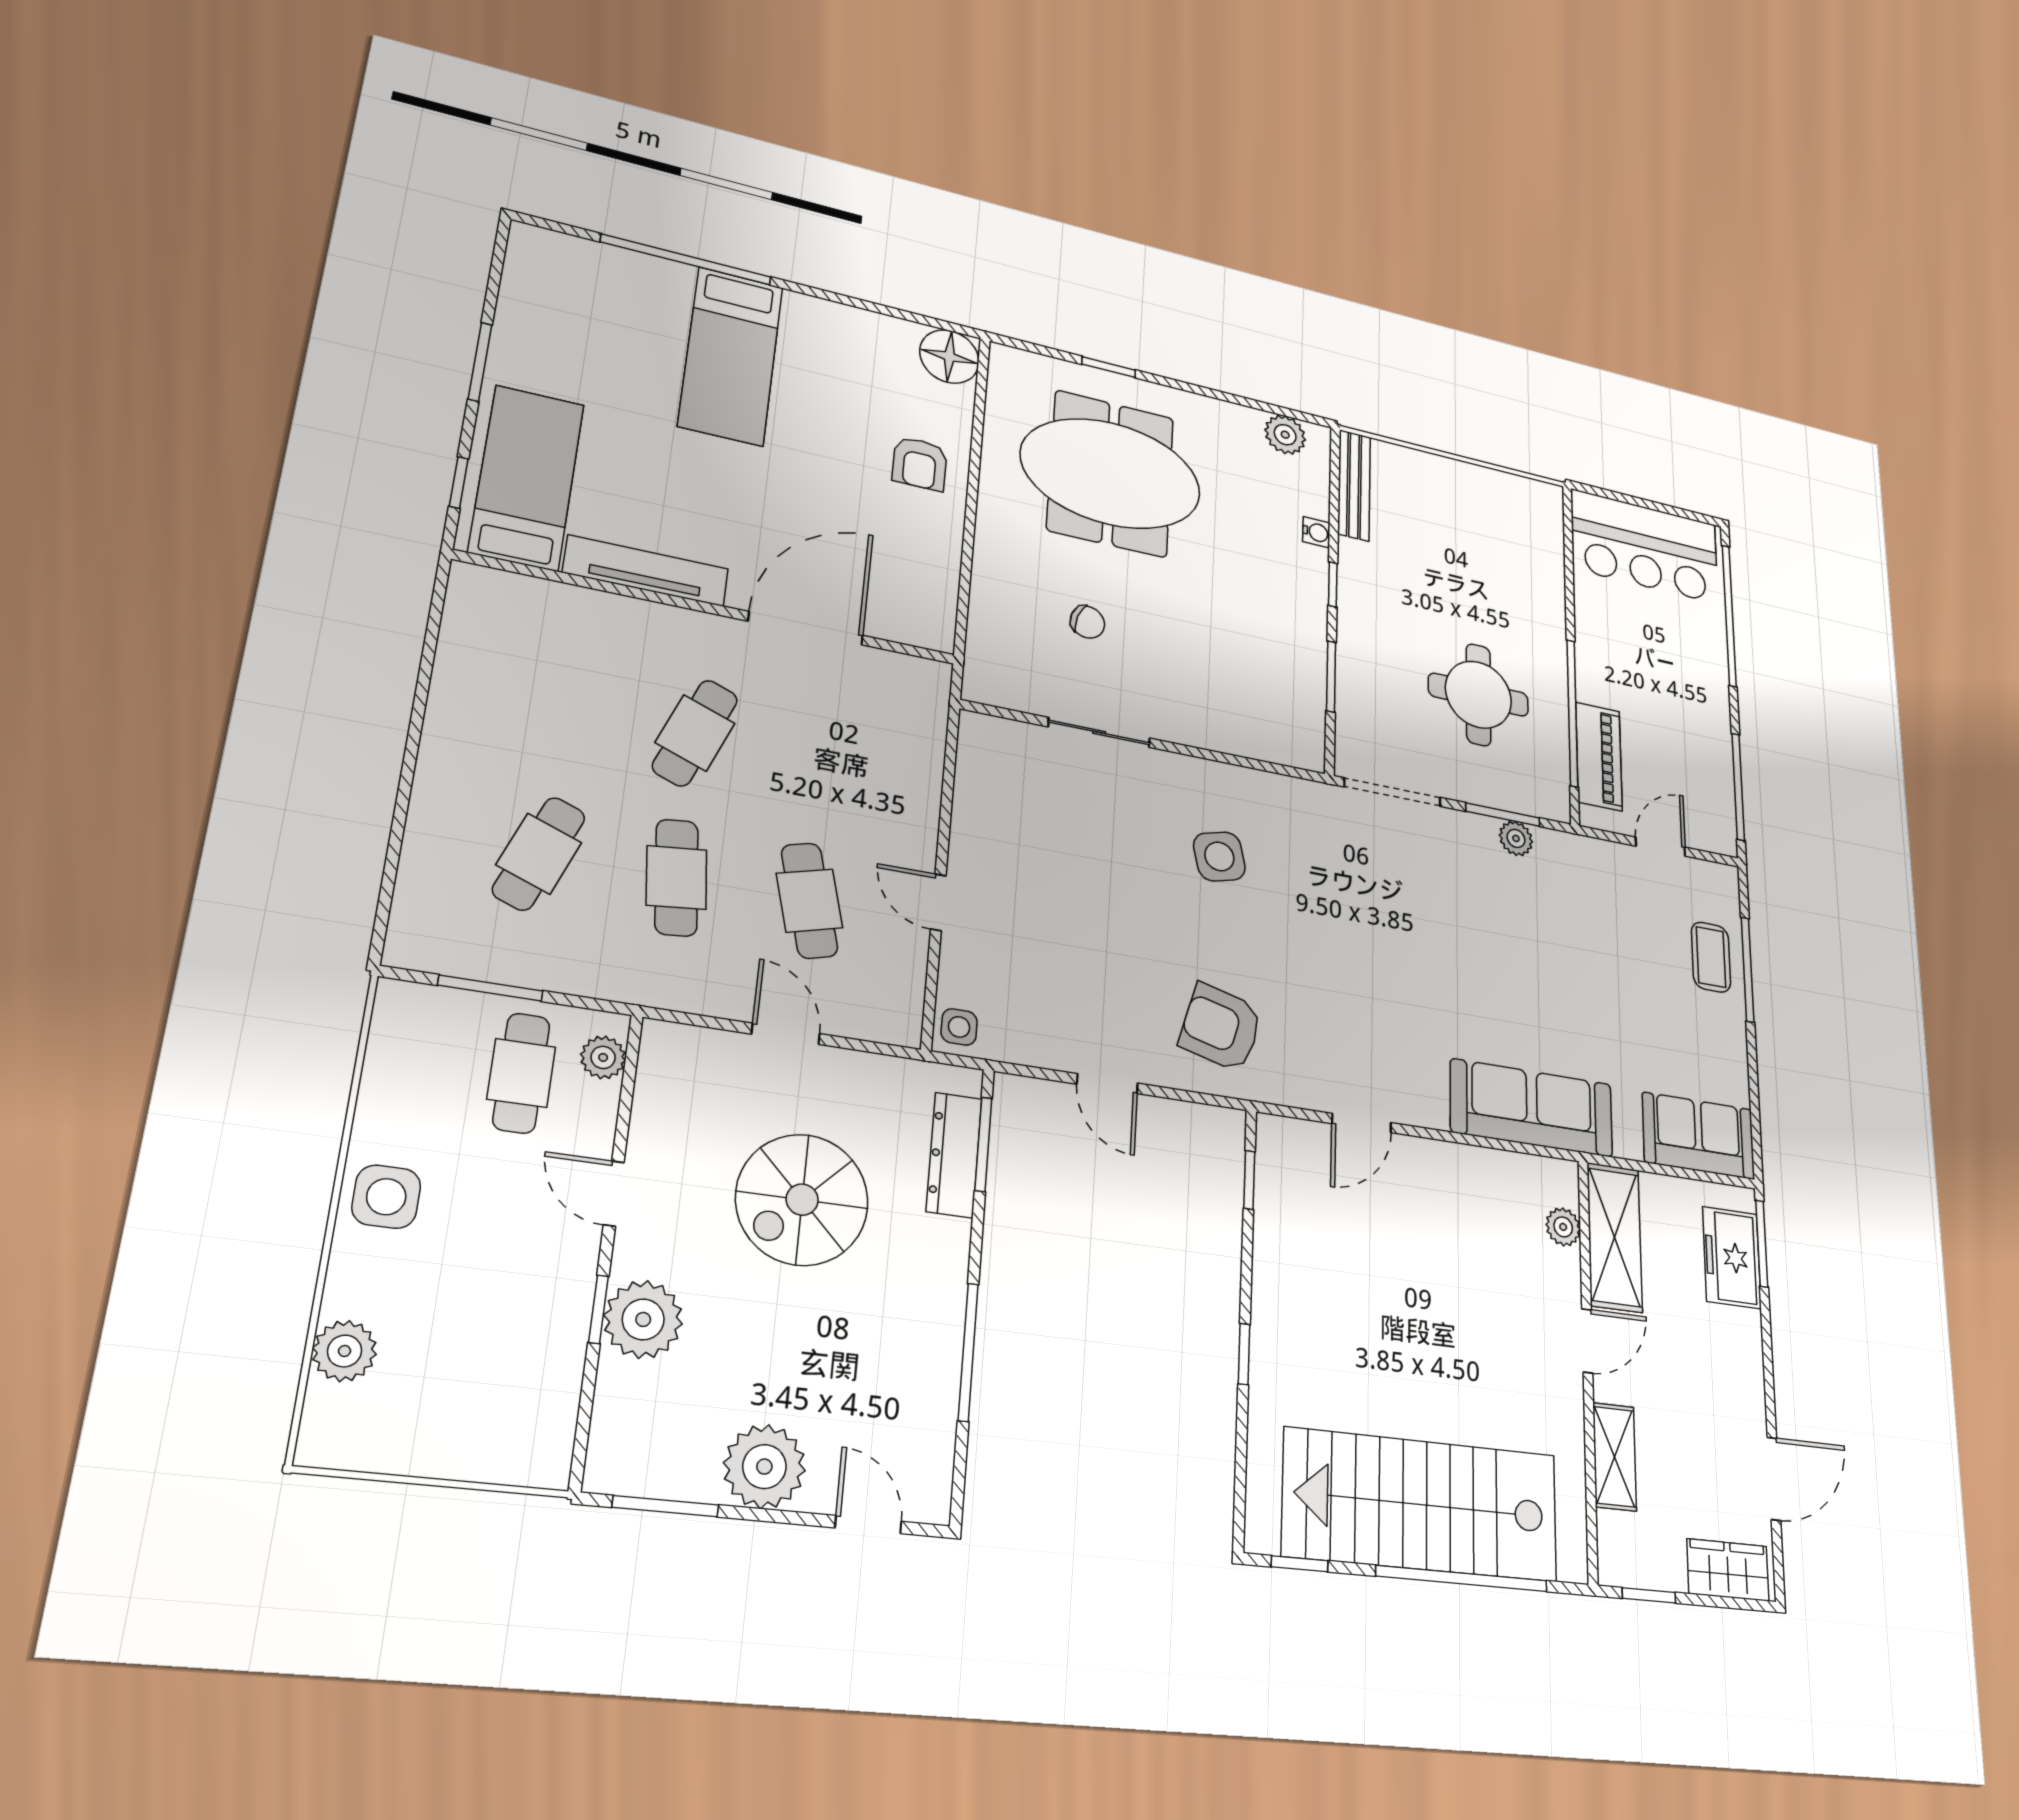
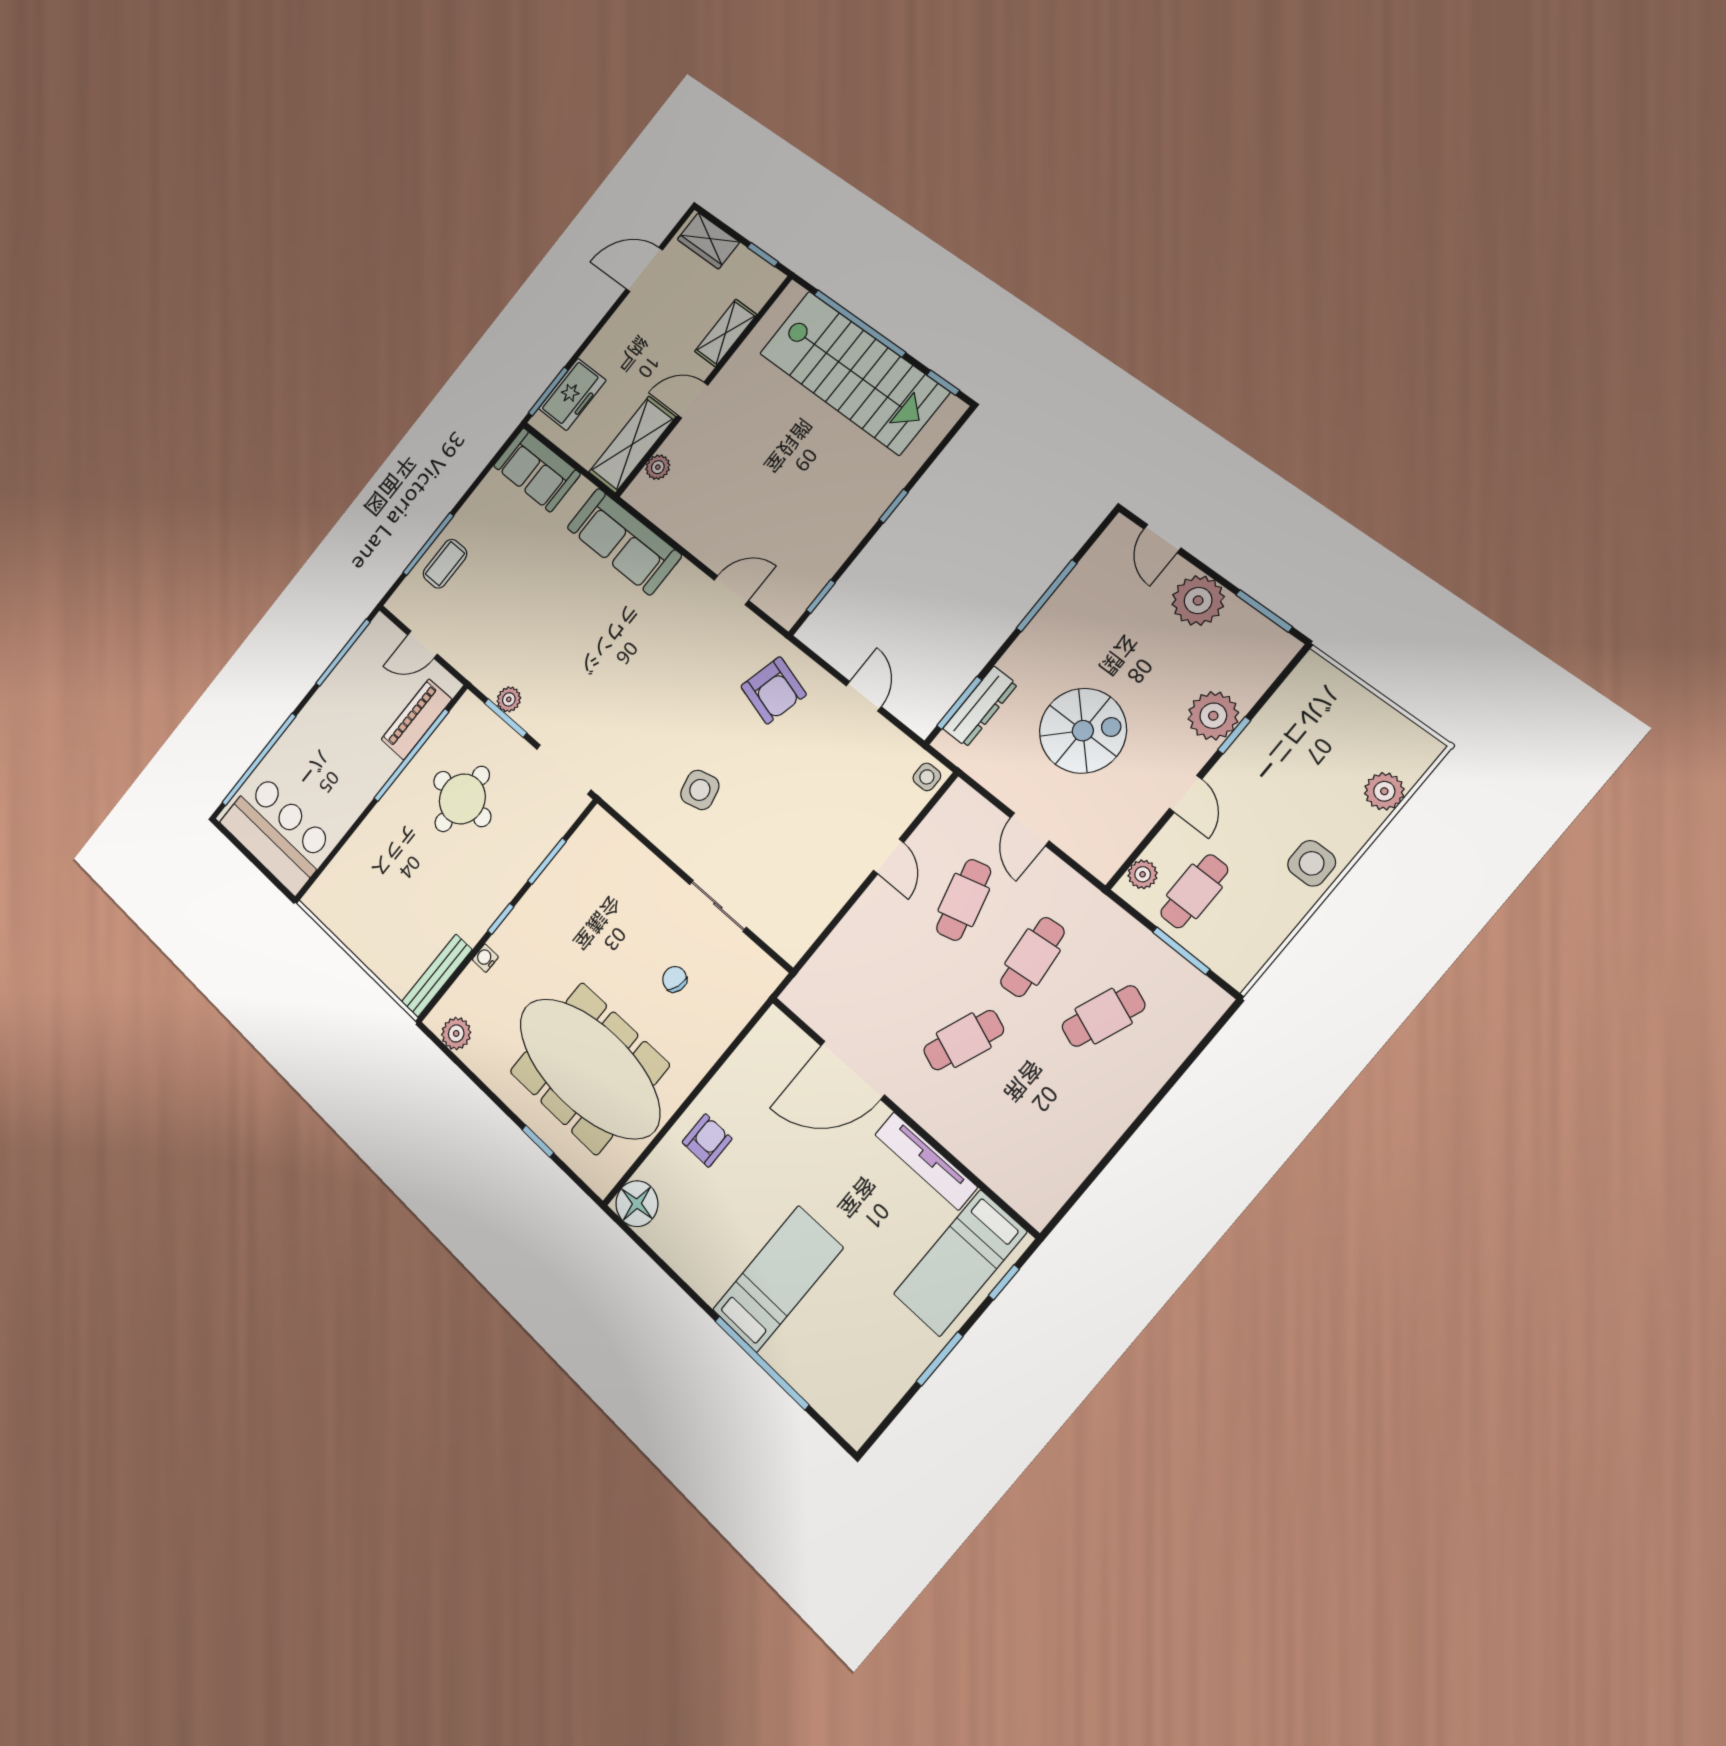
meeting table: (1111, 473) -> (589, 1068), width x1.36

